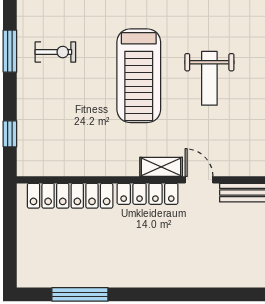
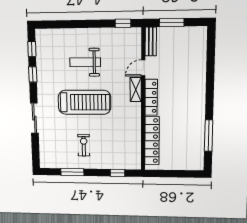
exercise bike: (55, 52) -> (84, 145), moved
weight bench: (209, 78) -> (85, 62), turned 180

